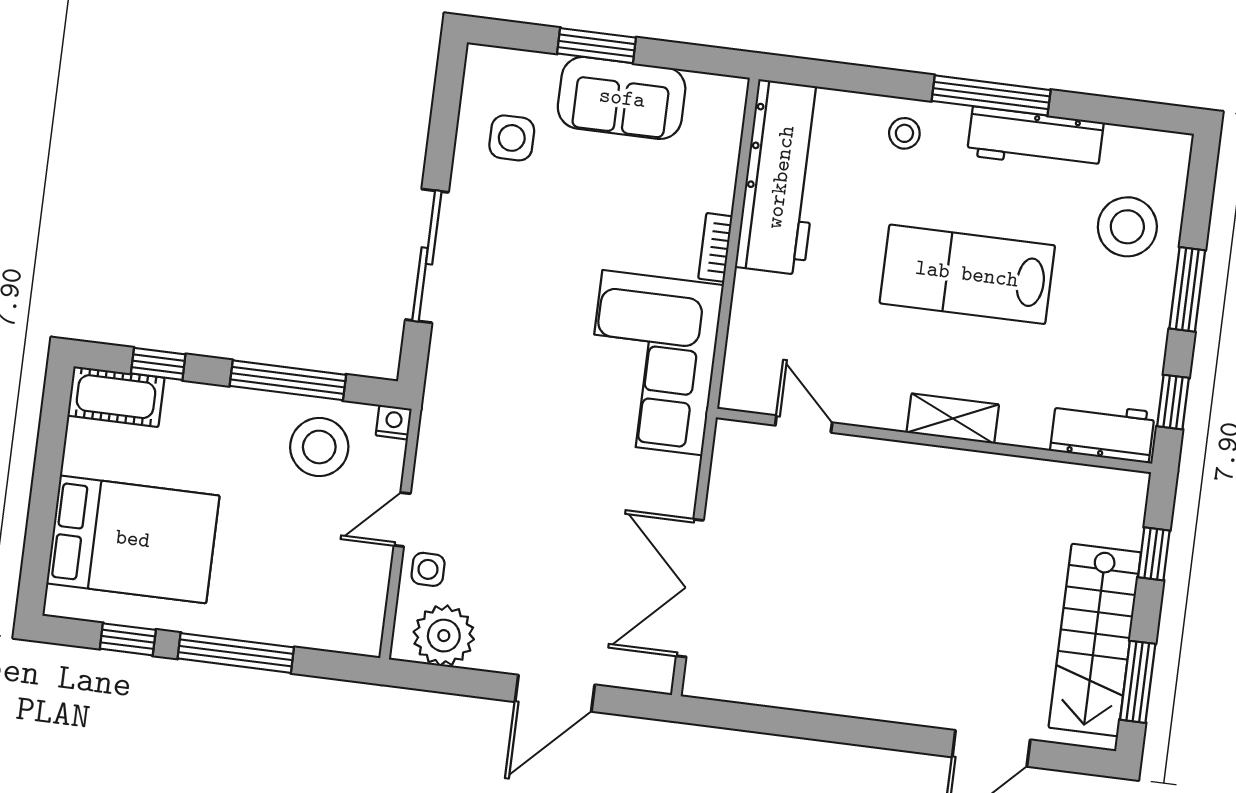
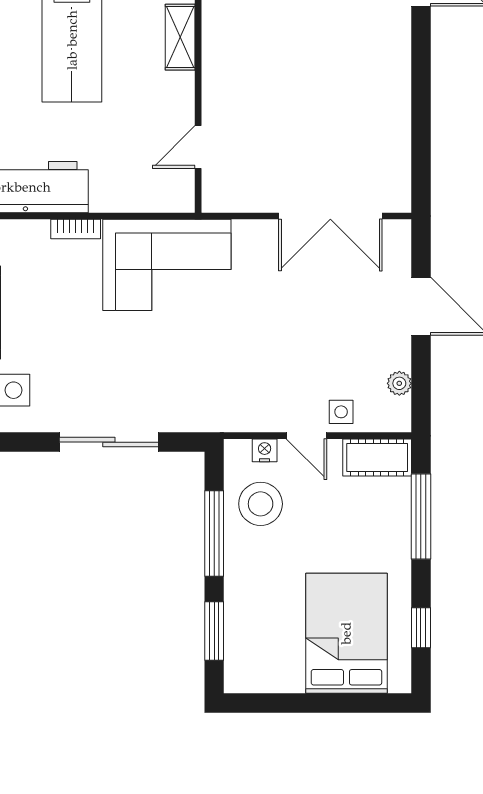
window: (158, 364) -> (214, 631), width x1.50
cot: (116, 397) -> (377, 457), moved, turned 90
nightstand: (394, 422) -> (265, 450), moved, turned 90
plant: (444, 636) -> (399, 383), width x0.53, depth x0.53
window: (236, 653) -> (421, 517), moved

